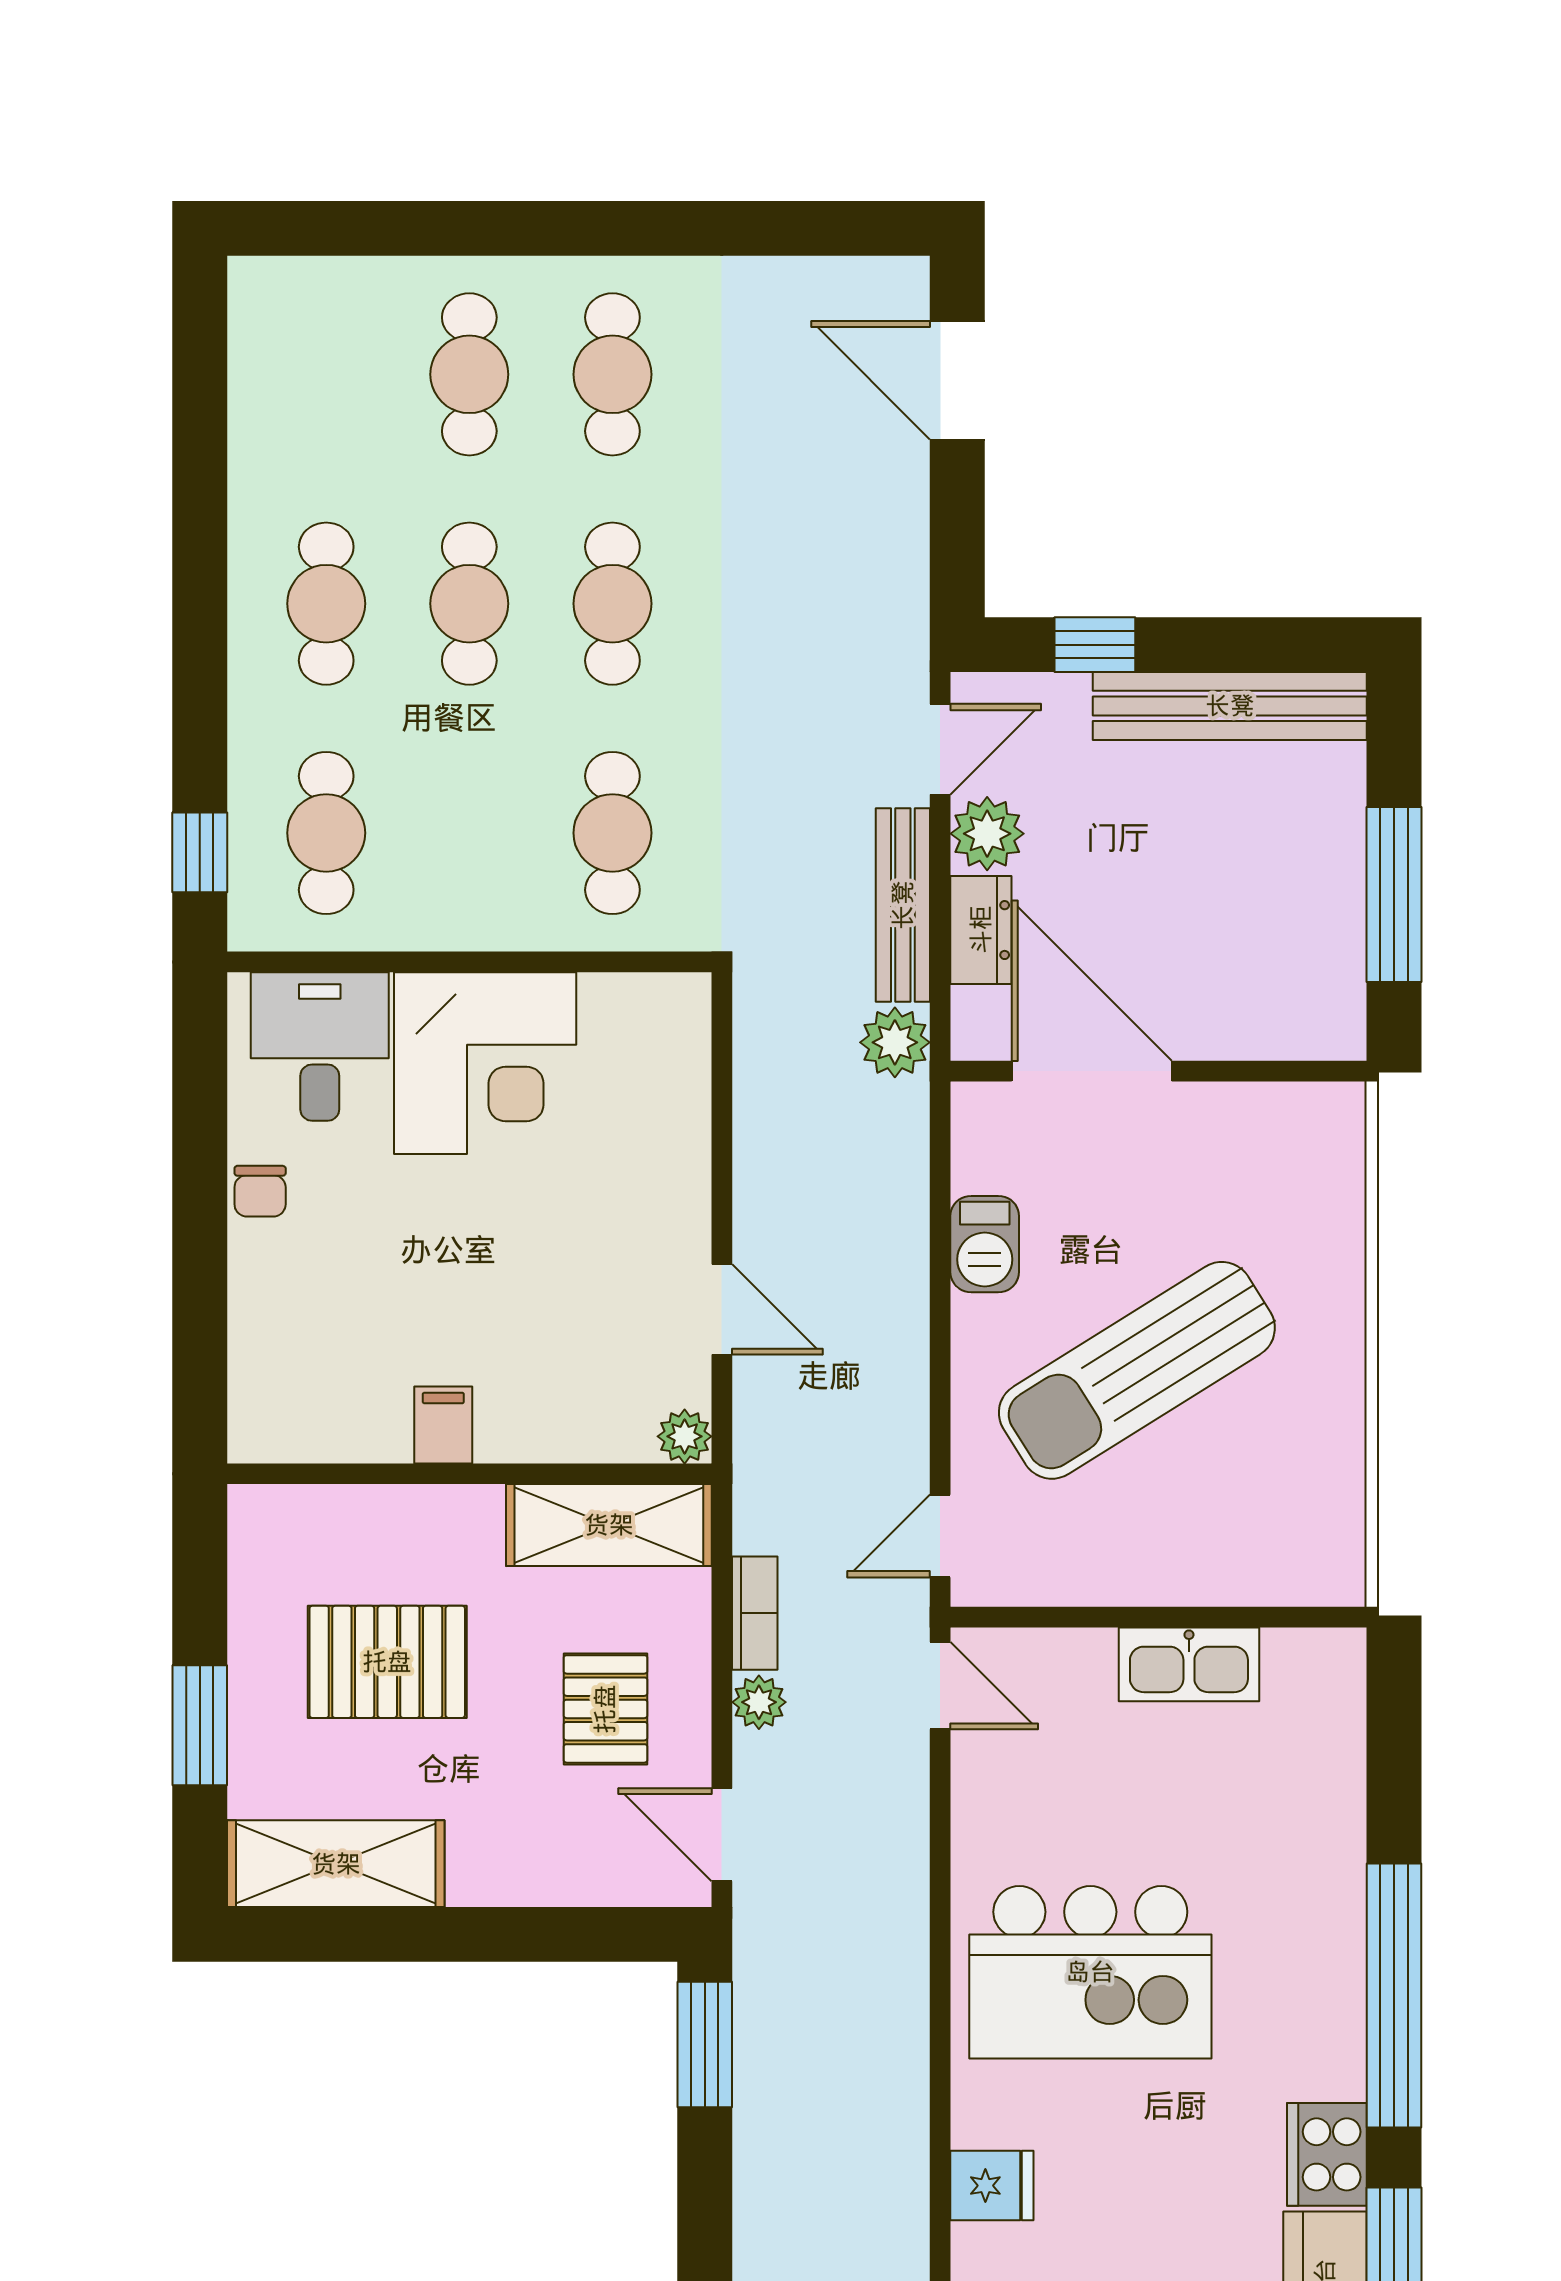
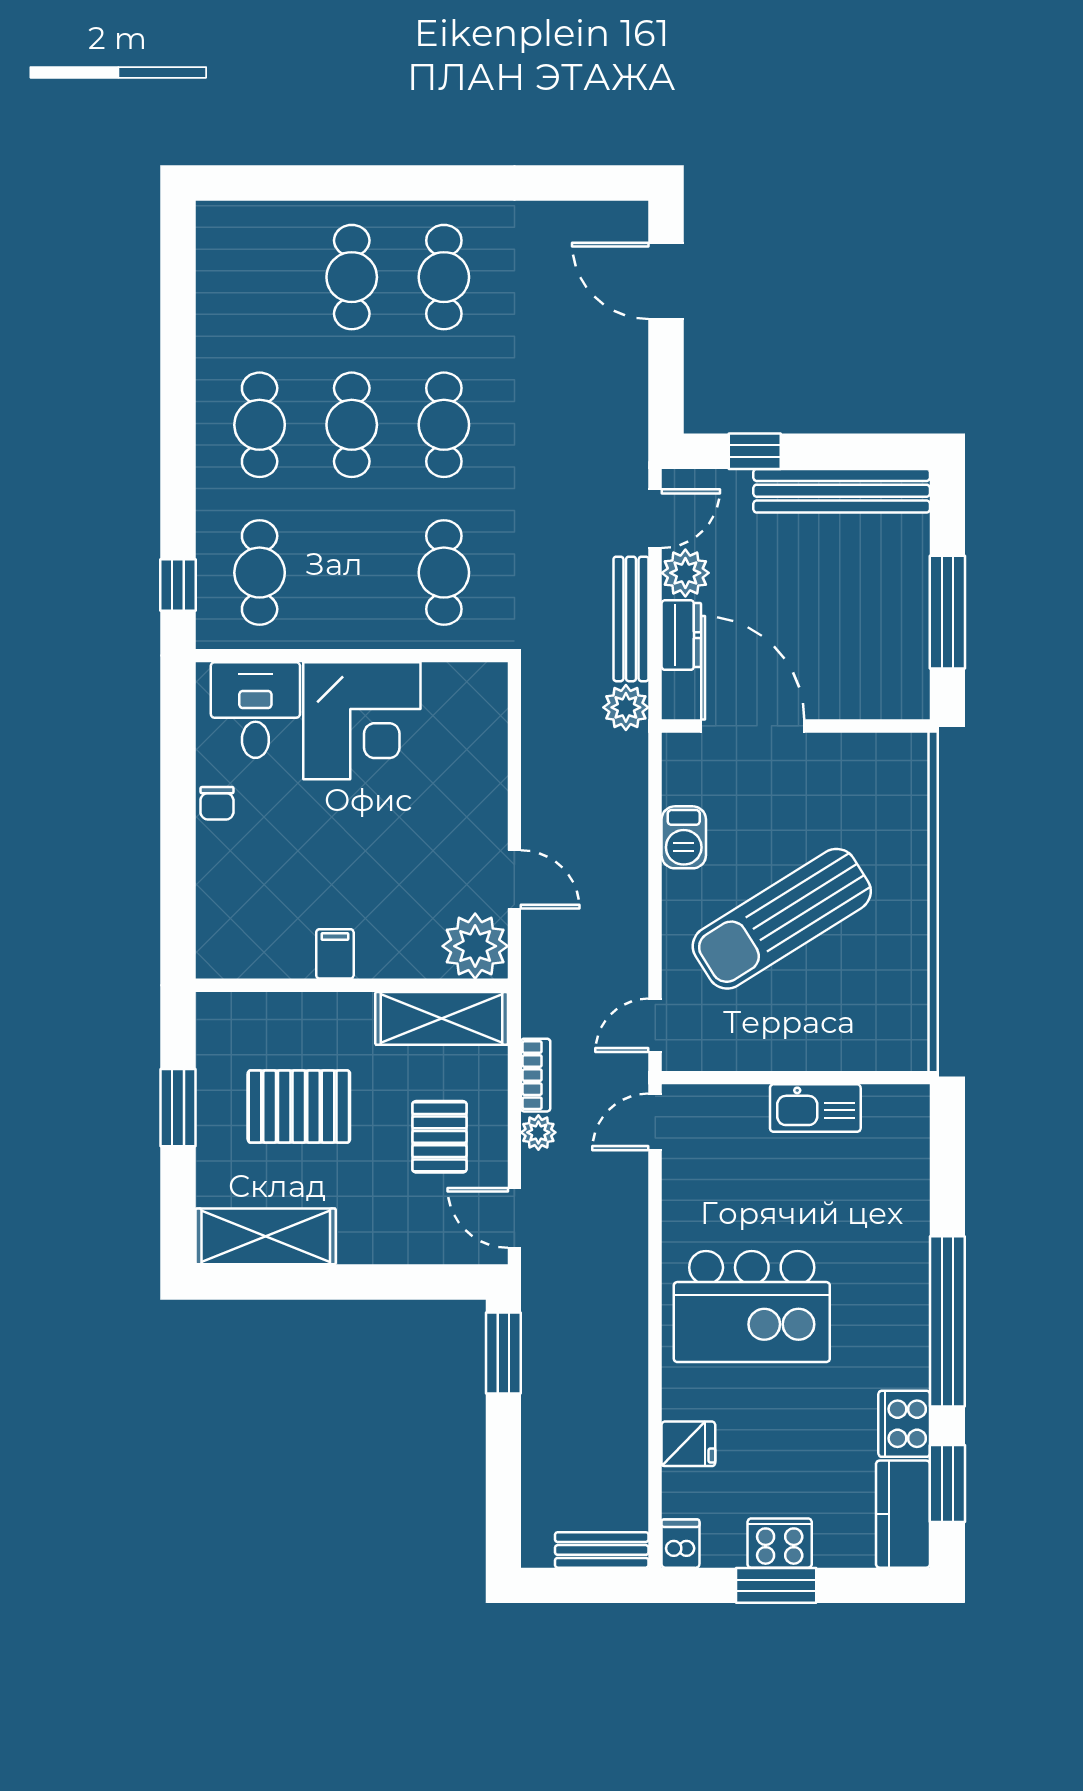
plant: (685, 1436) -> (475, 946), width x1.87, depth x1.87
door: (940, 1686) -> (655, 1122), swing flipped
window: (200, 1725) -> (178, 1108), moved

